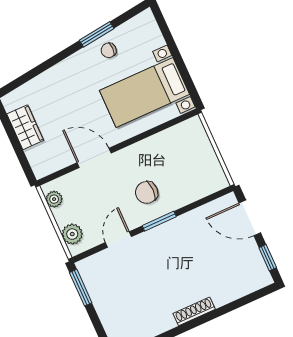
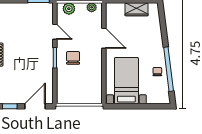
window: (97, 34) -> (169, 69), width x2.11
door: (94, 158) -> (104, 38), hinge flipped

